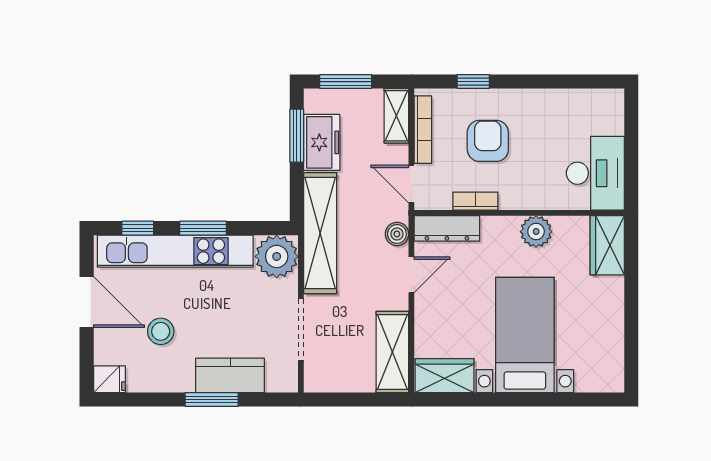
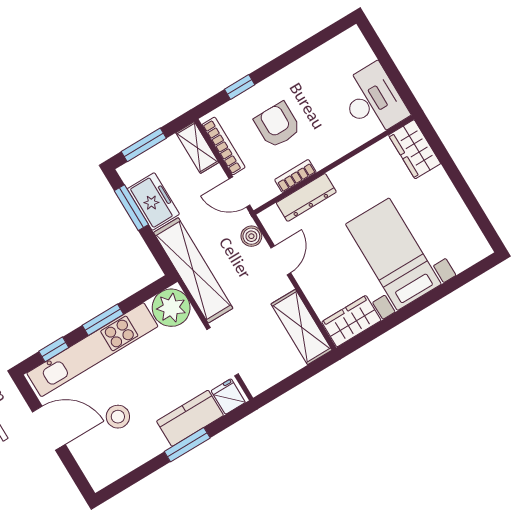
dresser: (447, 228) -> (306, 197), moved
plant: (536, 232) -> (355, 171), removed
fridge: (109, 379) -> (228, 396), moved, turned -90

